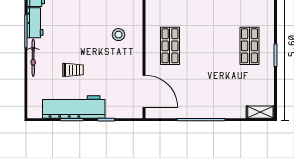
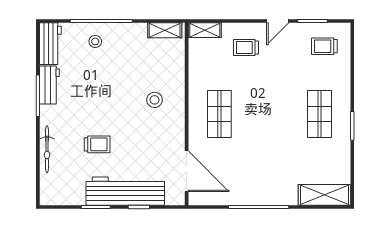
bicycle: (33, 58) -> (47, 149), moved
workbench: (74, 107) -> (125, 191), moved
shelving: (260, 112) -> (324, 195), width x1.50, depth x1.33

